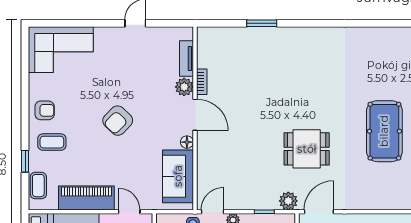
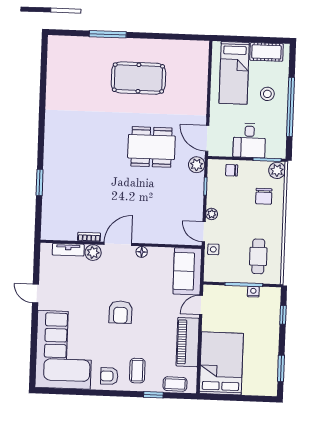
corner sofa: (61, 50) -> (64, 350), width x1.36, depth x1.36
armchair: (45, 110) -> (109, 376), turned -90
armchair: (118, 121) -> (120, 312), turned 46
dining table: (307, 149) -> (151, 147), width x1.37
sofa: (178, 176) -> (187, 271), moved, turned 90

